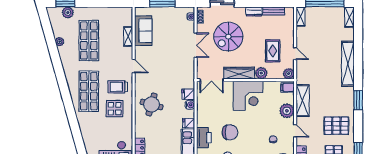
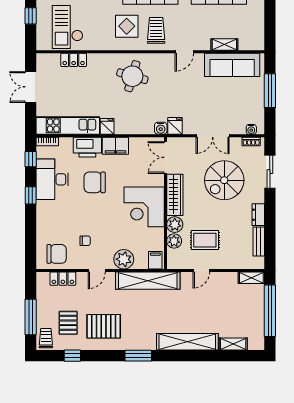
shelving: (349, 17) -> (233, 344), moved
sofa: (143, 31) -> (232, 65), width x1.36
spiral stairs: (228, 37) -> (224, 180), turned -90
plant: (289, 74) -> (174, 241), moved
fridge: (188, 94) -> (175, 126), moved
shelving: (303, 101) -> (148, 281), width x1.47
water cooler: (190, 105) -> (161, 128), moved
filing cabinet: (203, 117) -> (115, 146), added
pallet: (336, 126) -> (104, 326), turned 90
chair: (230, 132) -> (95, 182), turned 90

